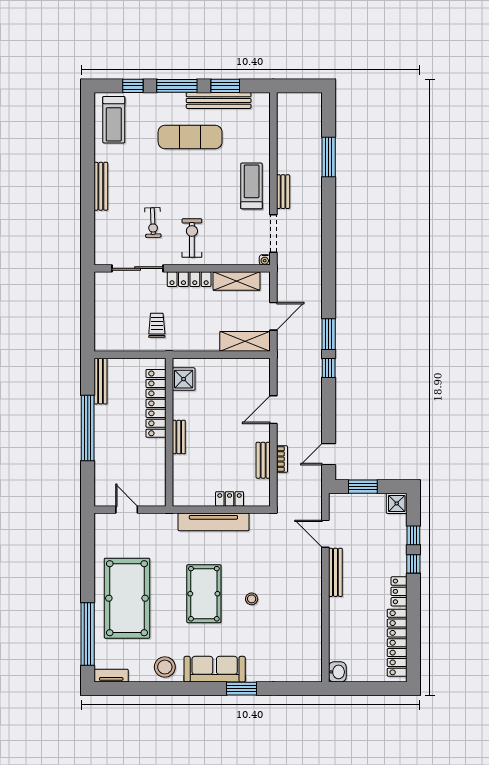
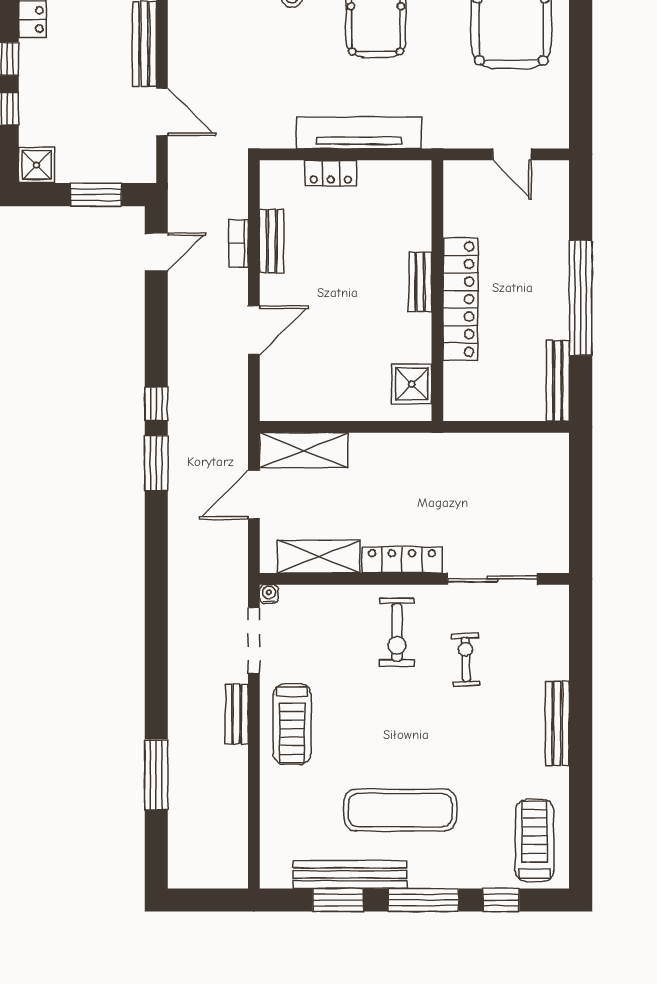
trolley: (157, 325) -> (459, 479), removed
locker: (156, 403) -> (460, 299), moved

